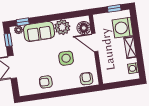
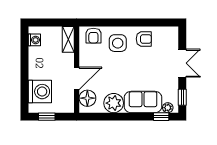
door: (95, 42) -> (77, 78), hinge flipped
shelving: (130, 47) -> (68, 39), moved
side table: (66, 58) -> (118, 43), moved

